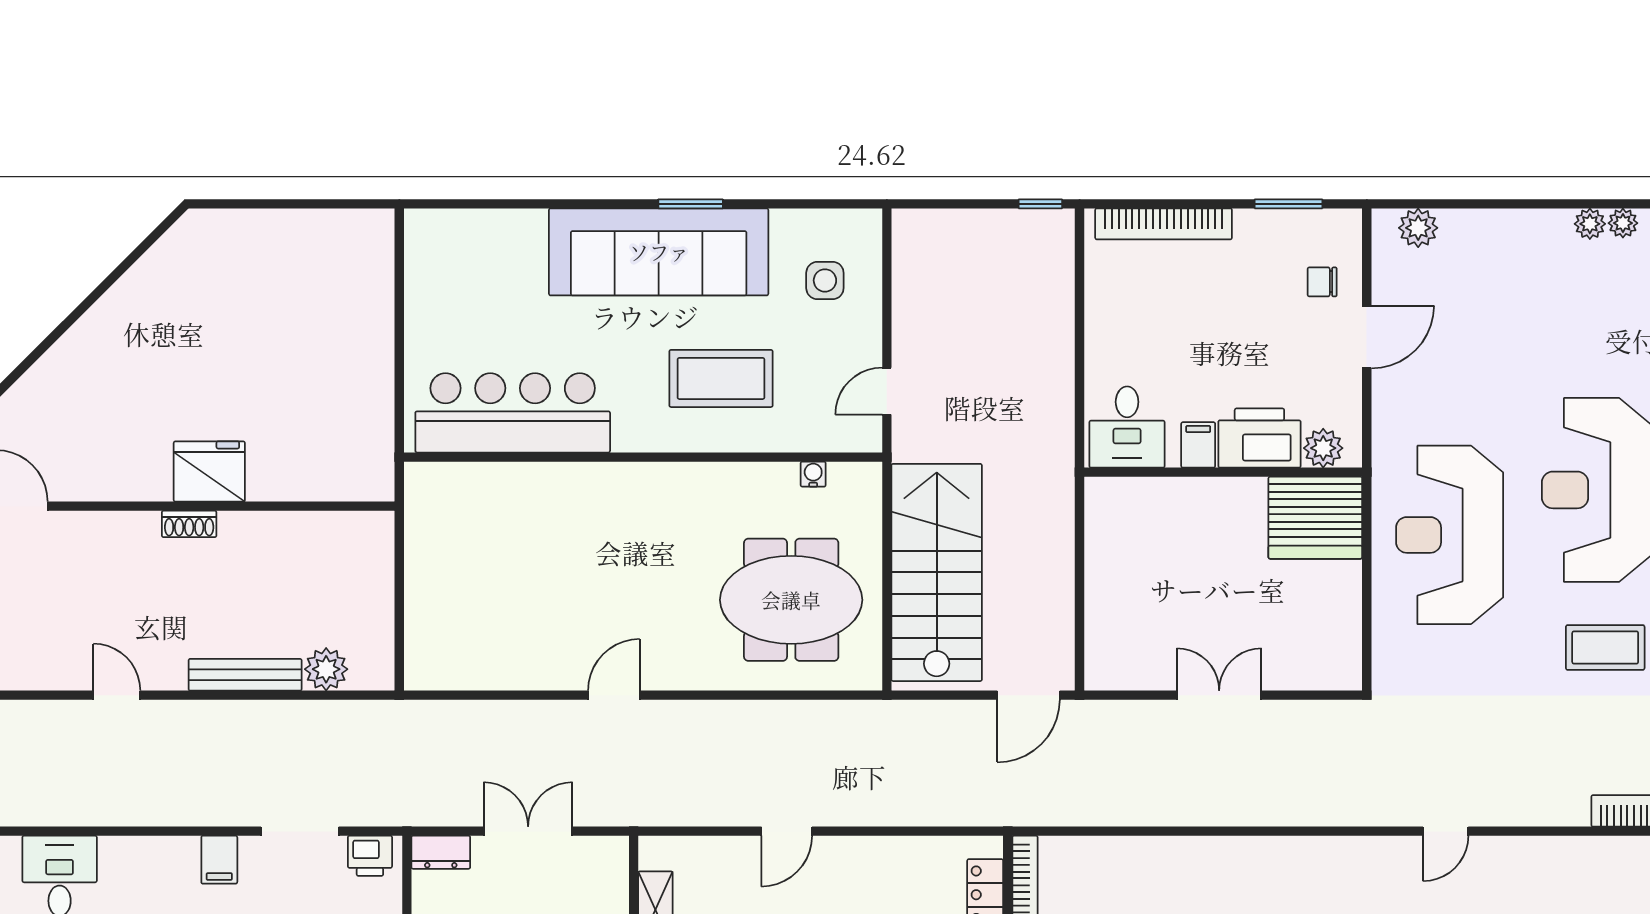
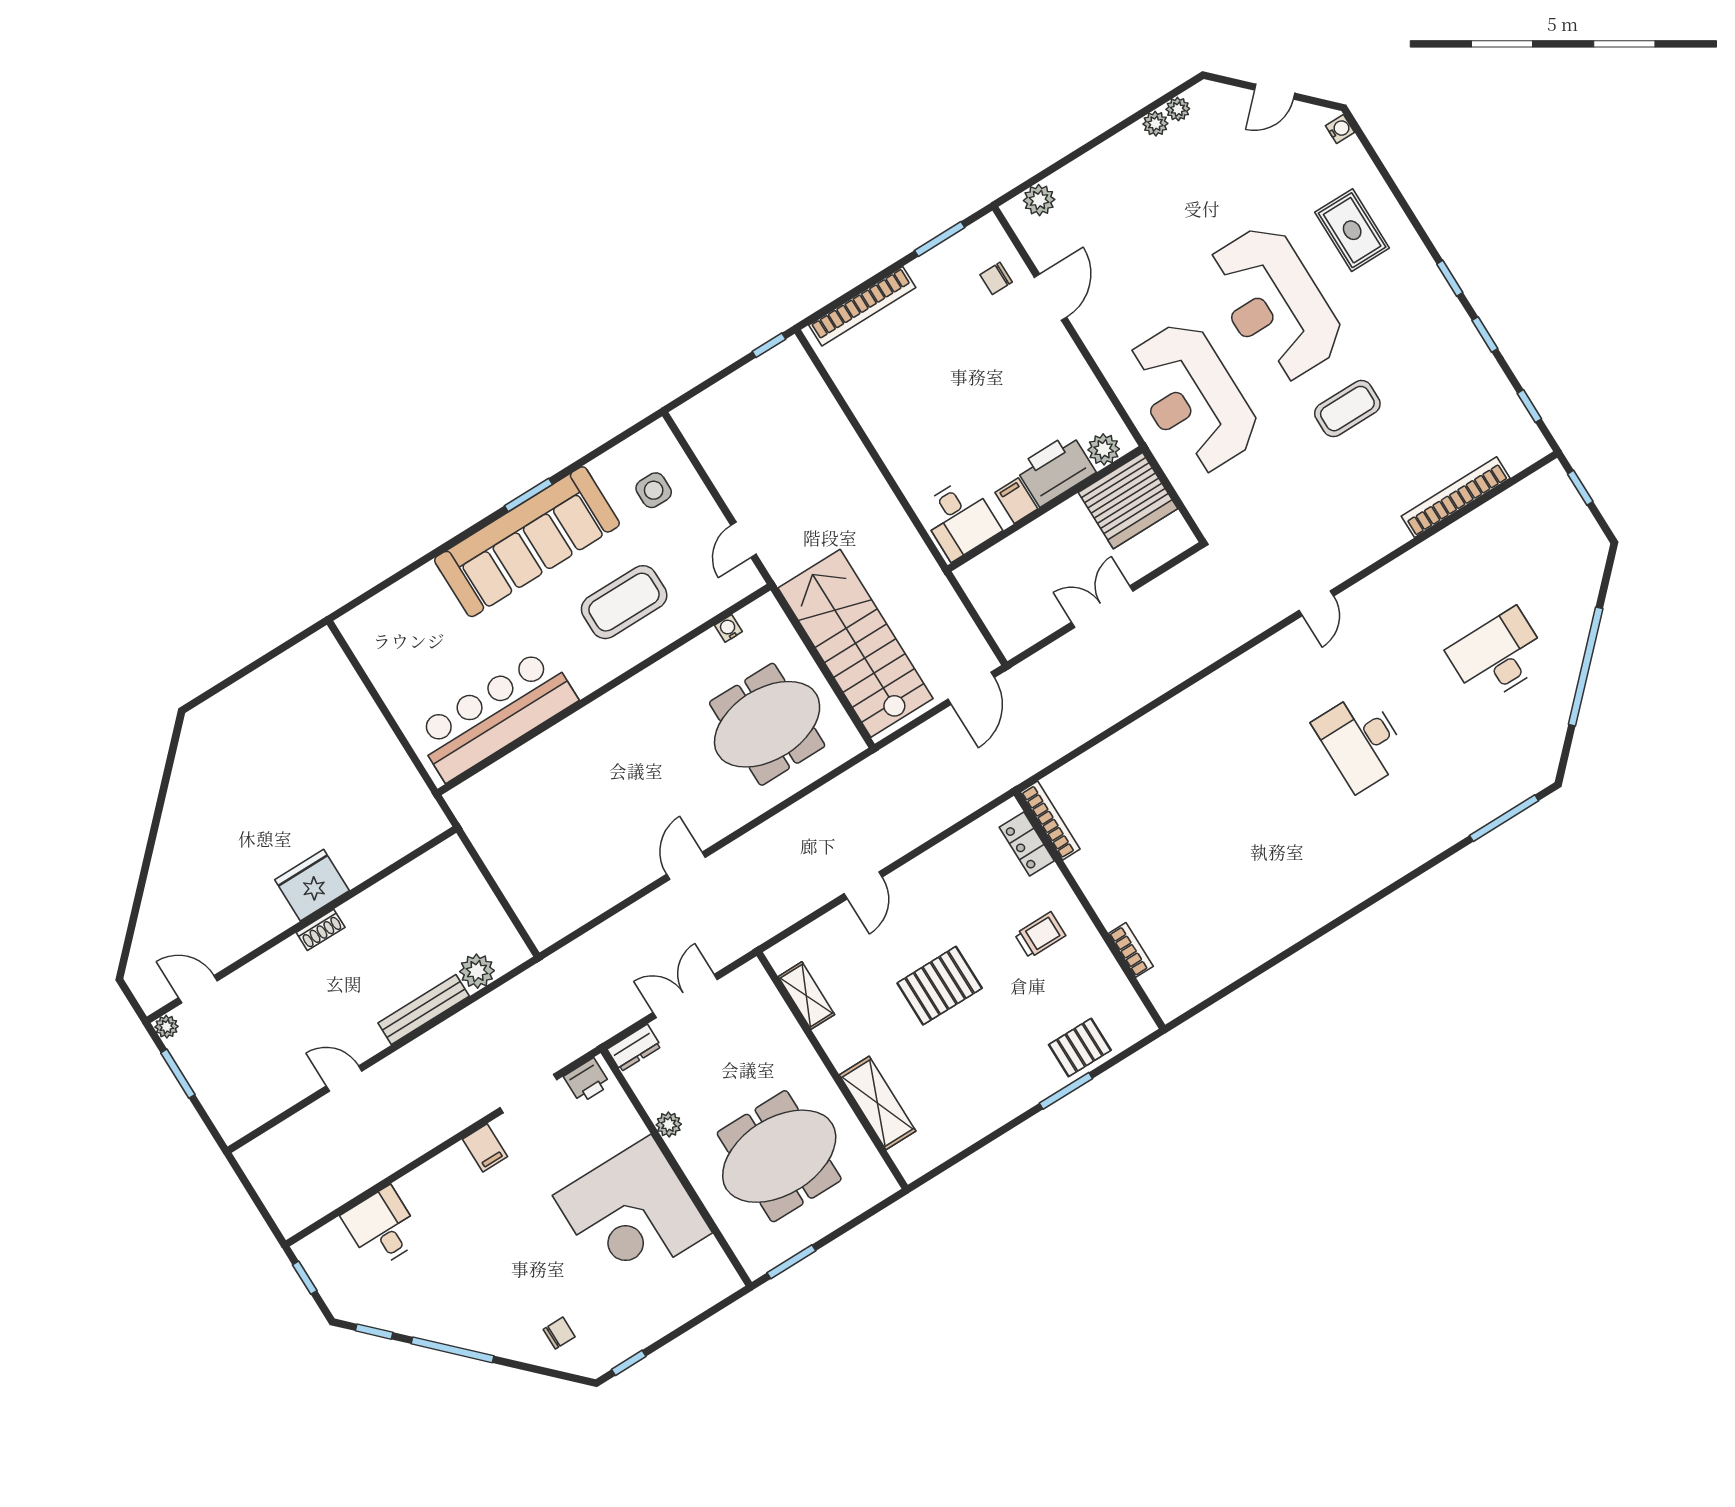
desk: (1127, 427) -> (960, 519), moved
printer: (1259, 438) -> (1055, 470), moved
filing cabinet: (1198, 445) -> (1016, 501), moved
plant: (1323, 448) -> (1104, 449), moved
wall: (1223, 472) -> (1045, 509), moved
server rack: (1315, 518) -> (1128, 501), moved

